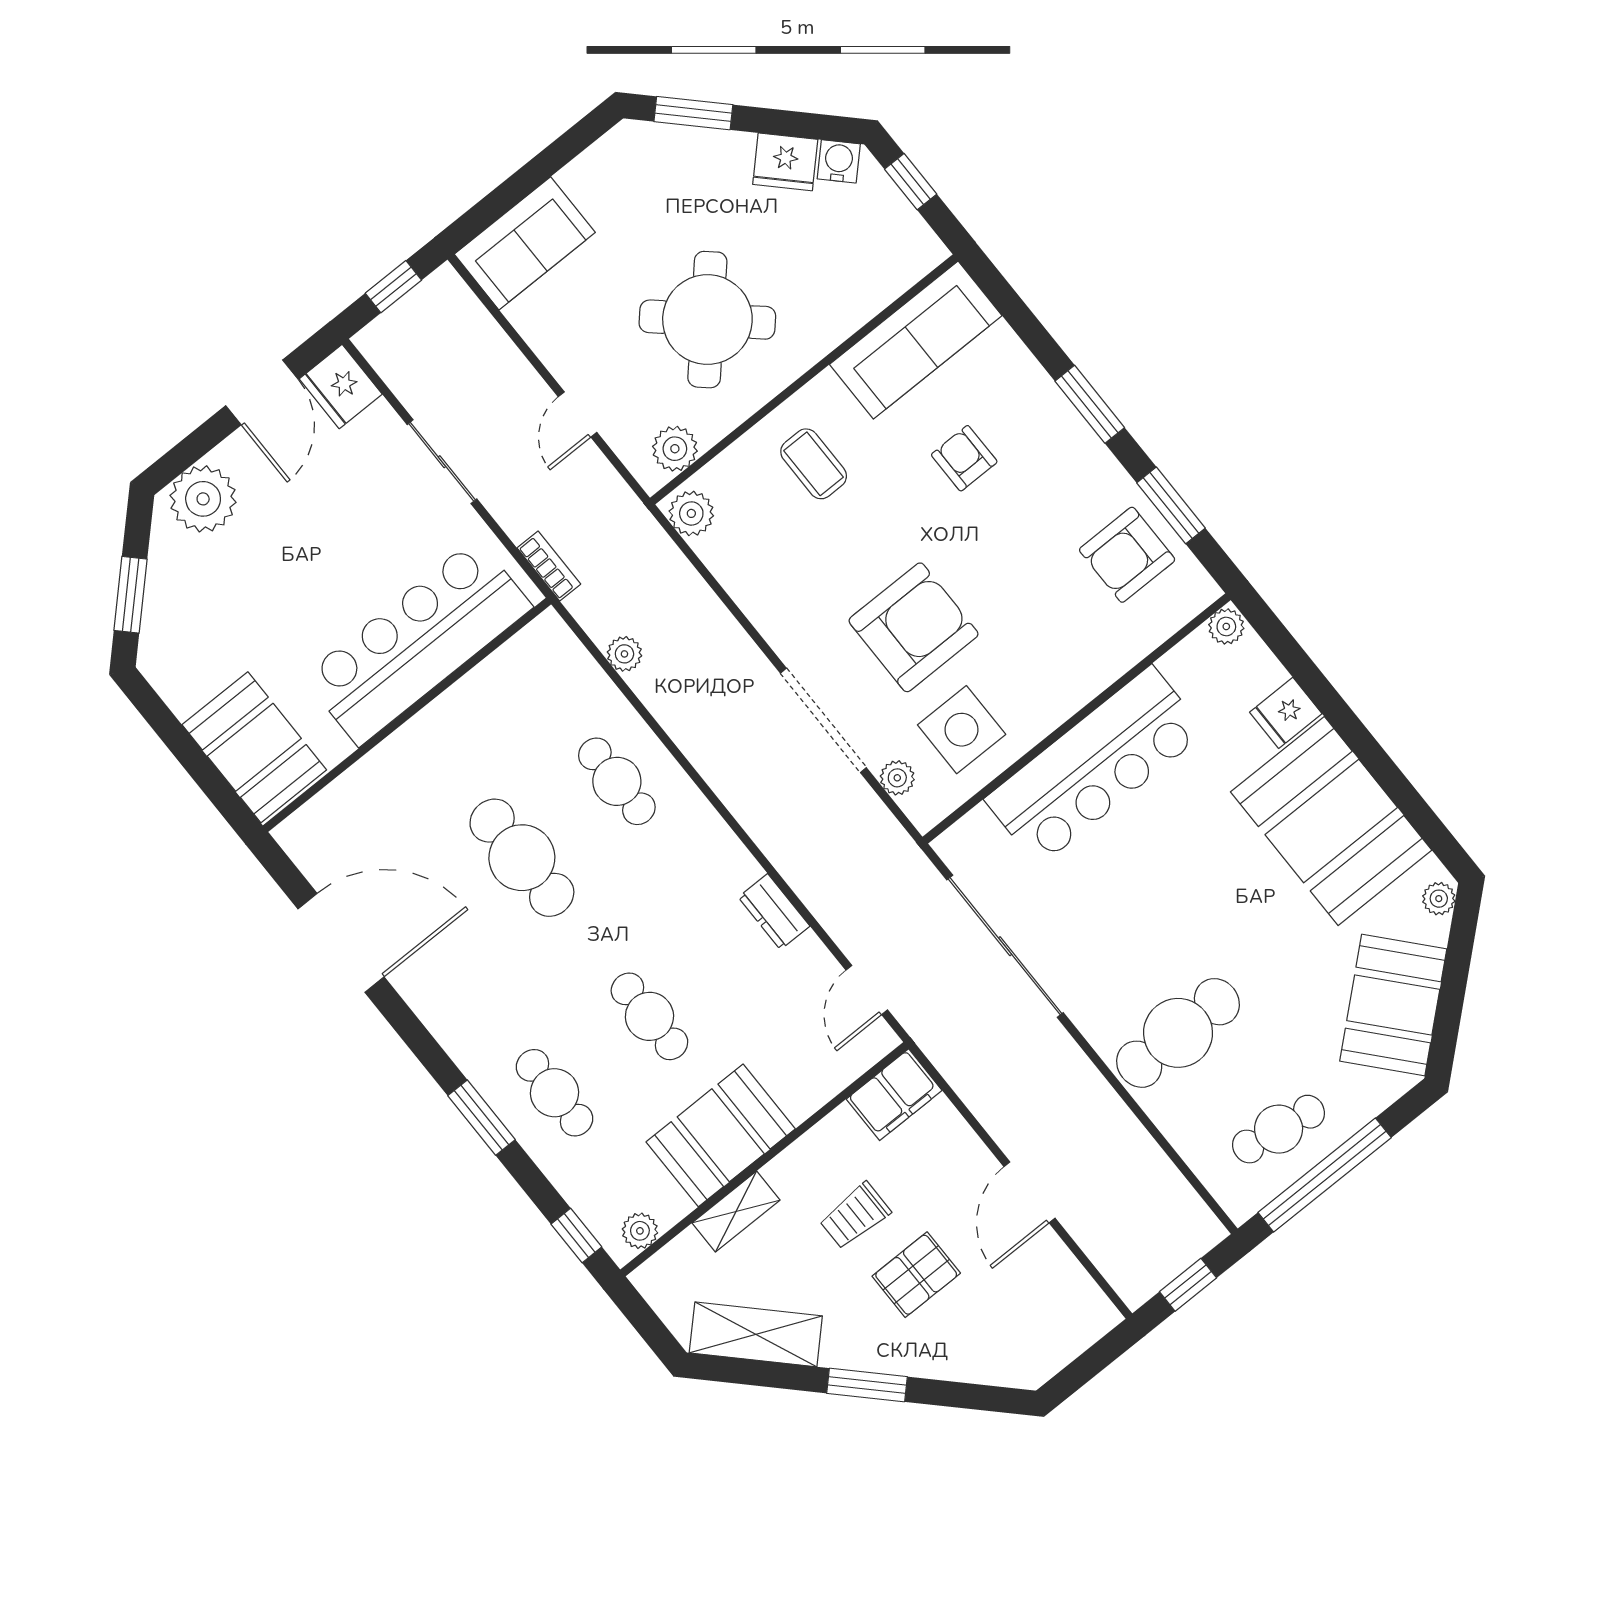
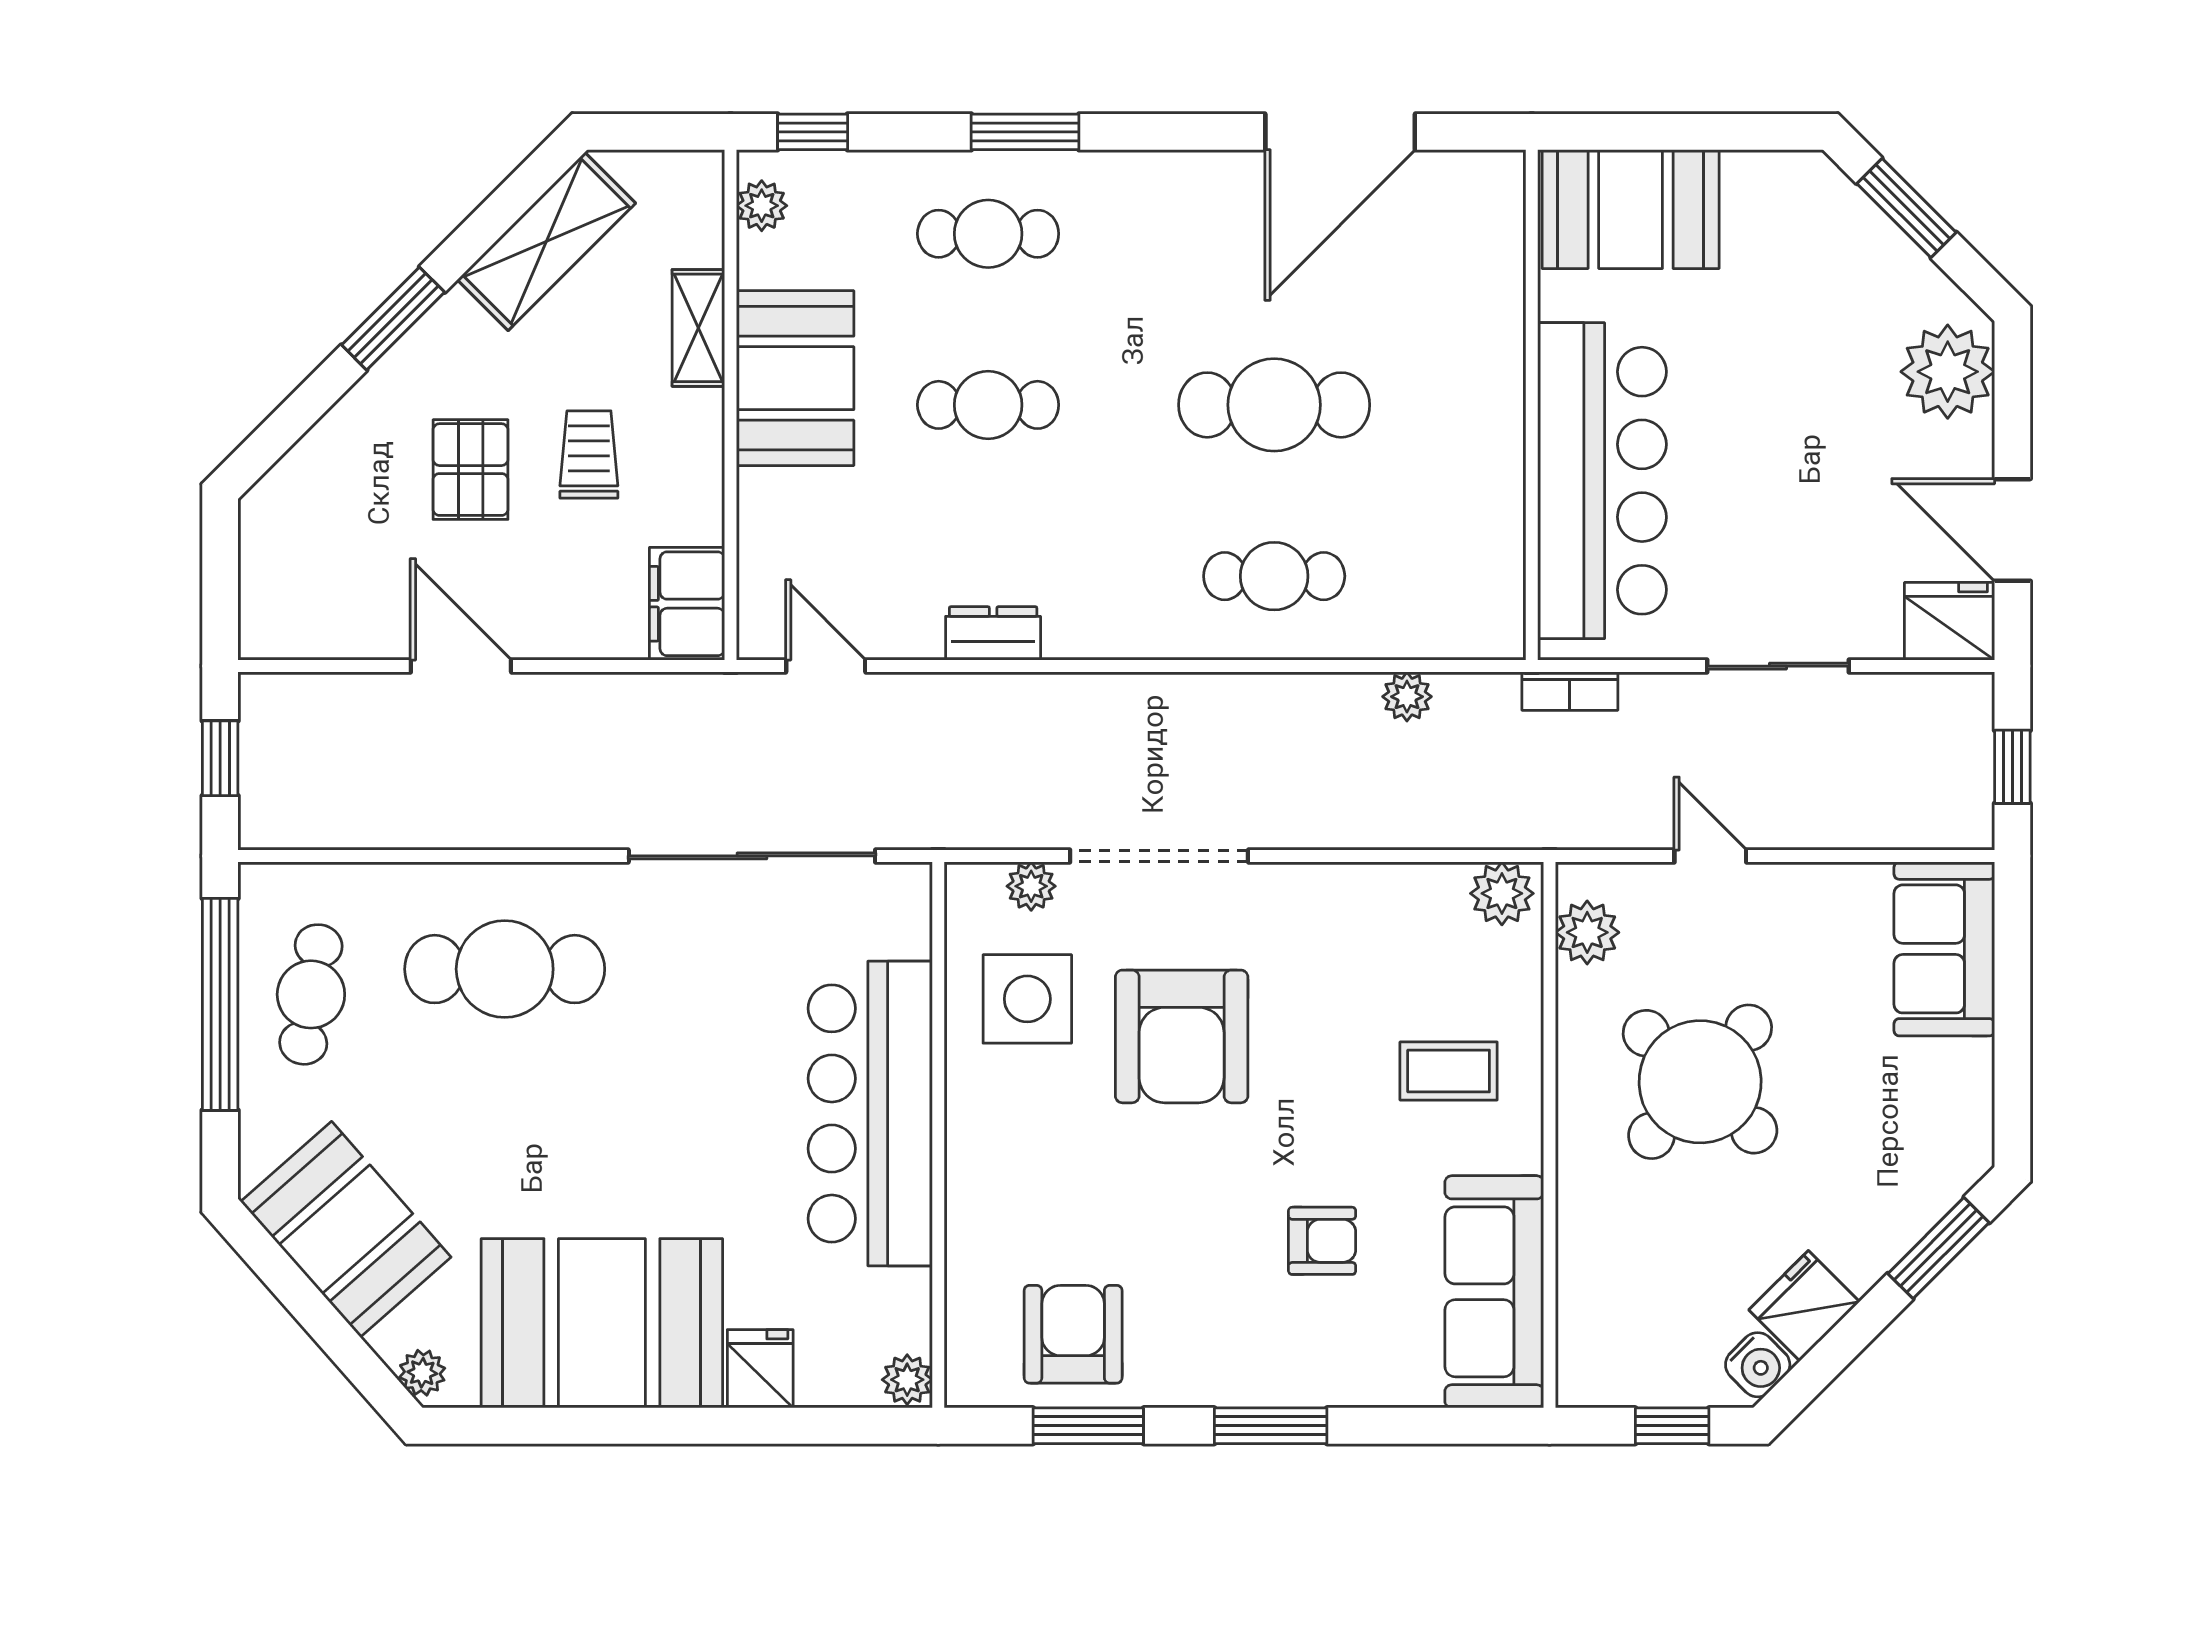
cafe table: (1178, 1033) -> (505, 969), turned 90

